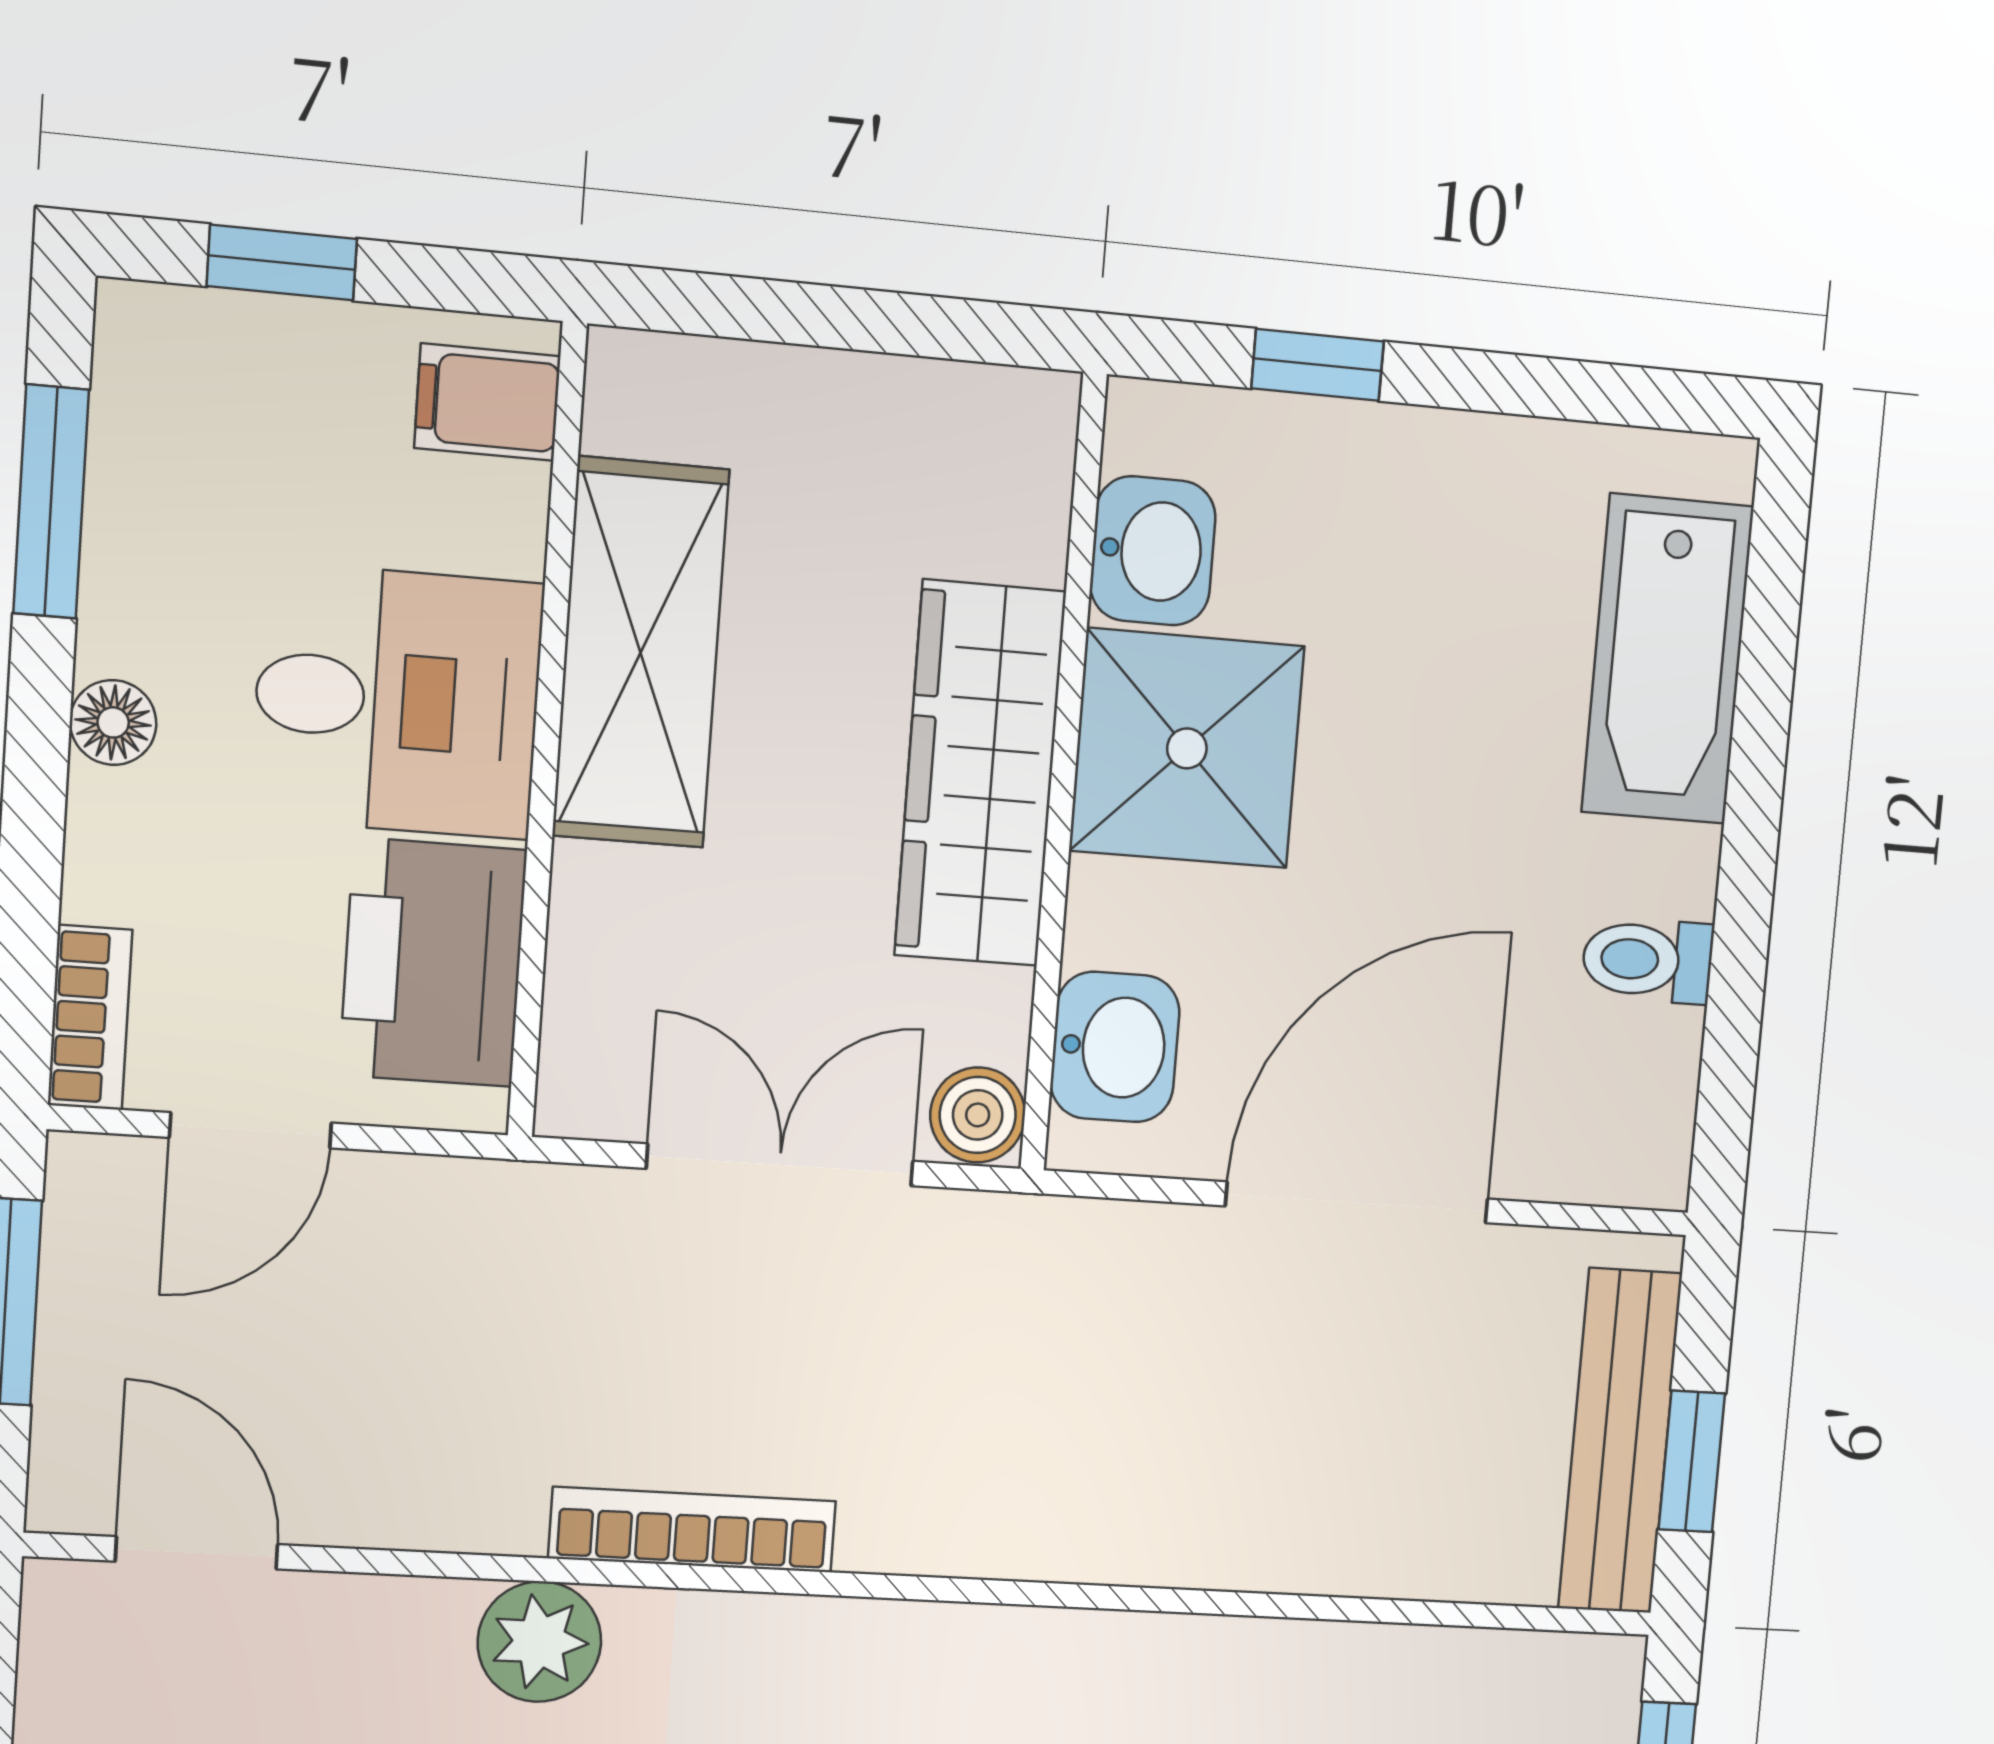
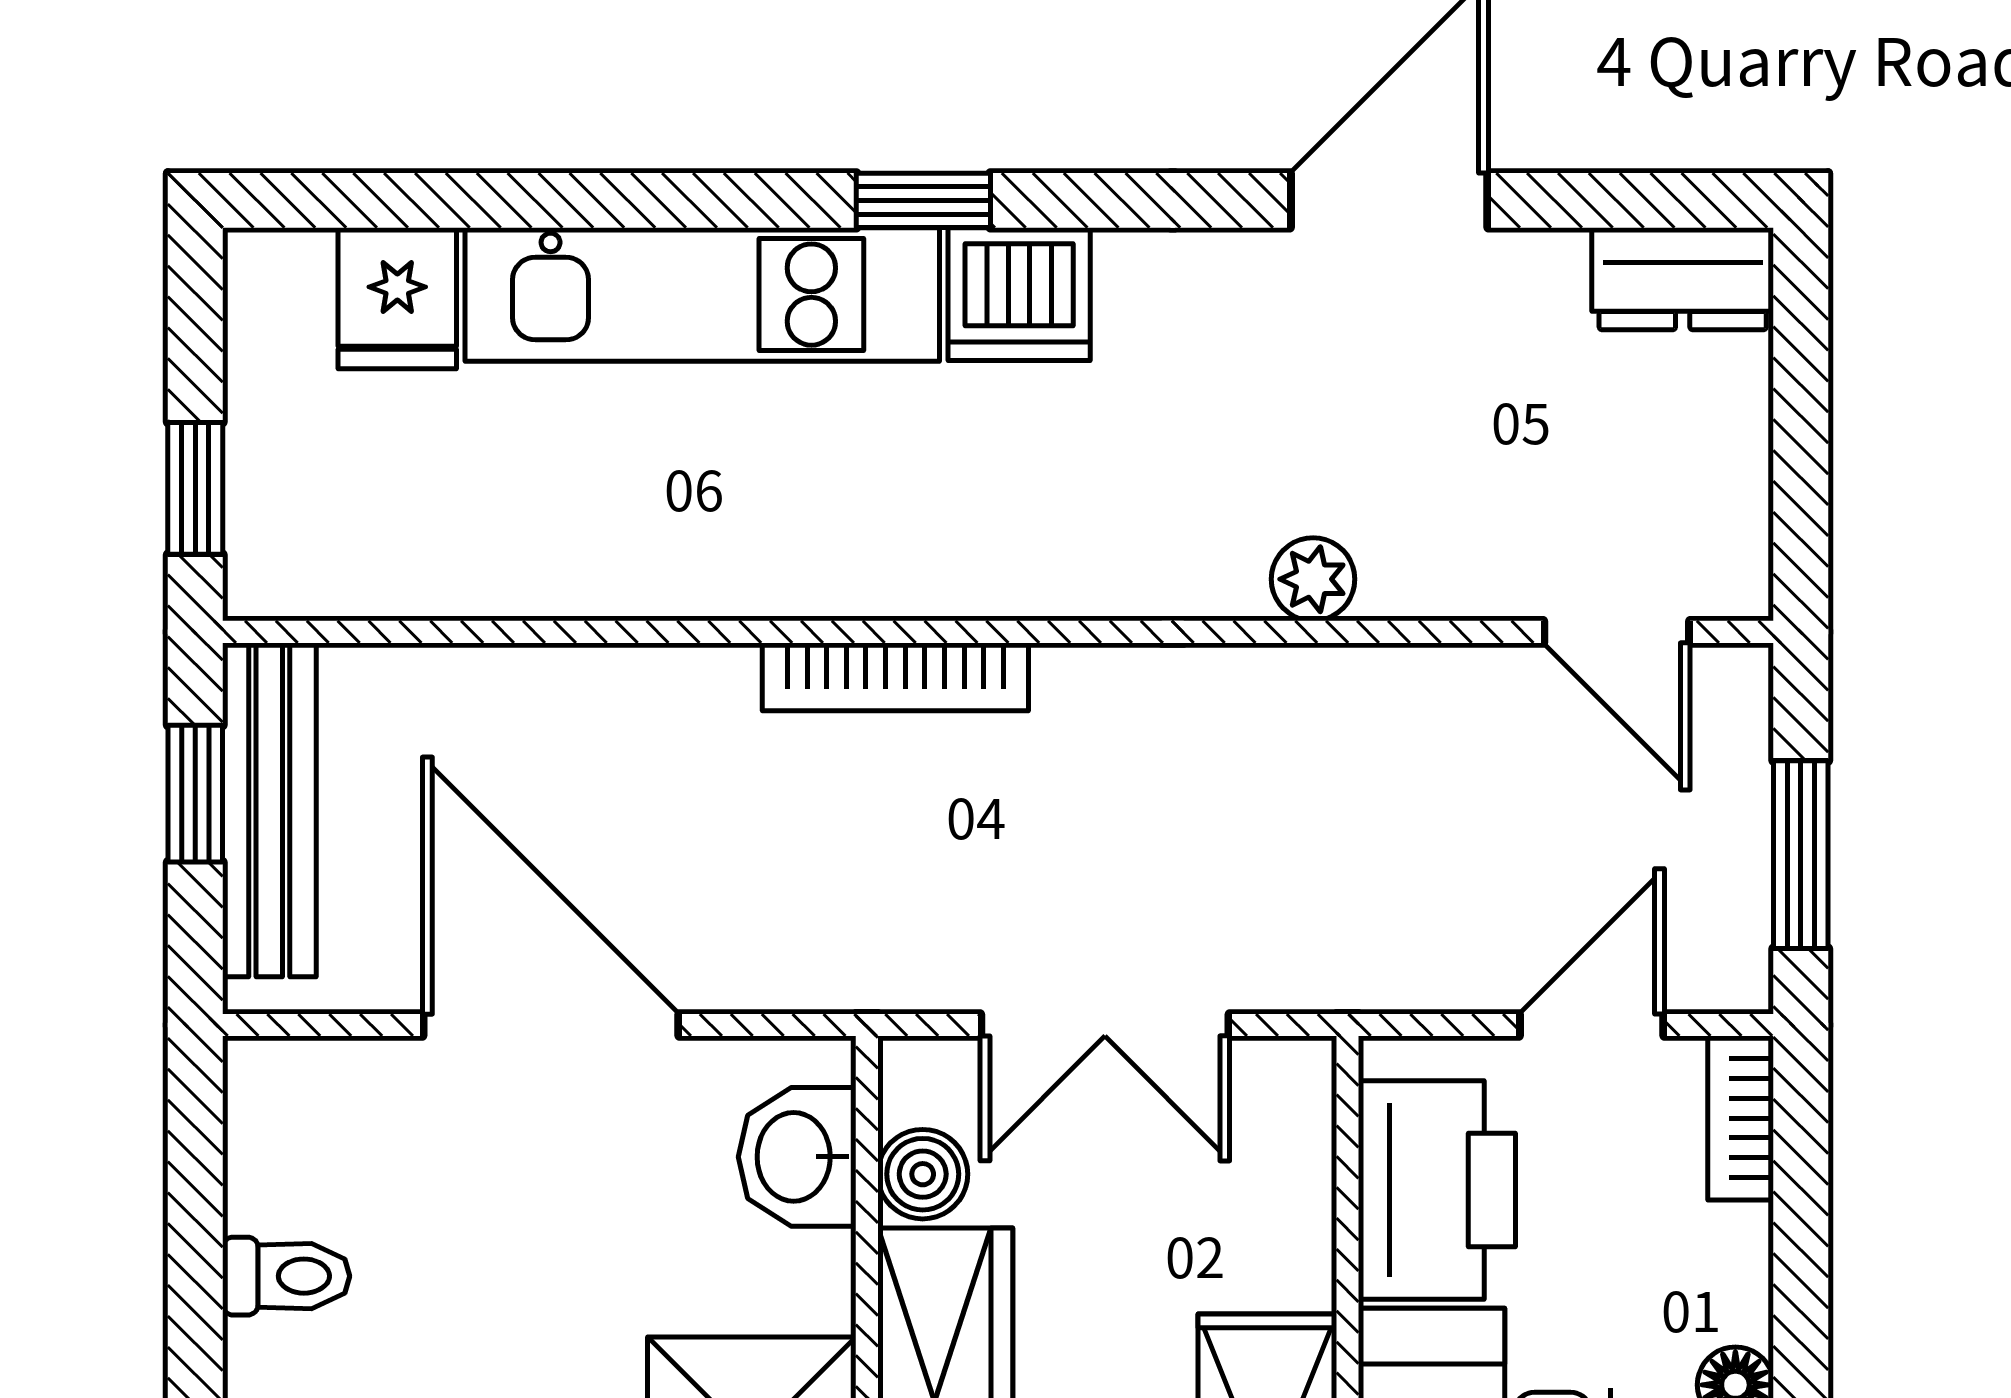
boiler: (978, 1115) -> (923, 1174), moved
door: (1357, 1202) -> (551, 1025), swing flipped
bookcase: (692, 1530) -> (895, 677), moved
plant: (539, 1642) -> (1313, 579), width x0.73, depth x0.73

